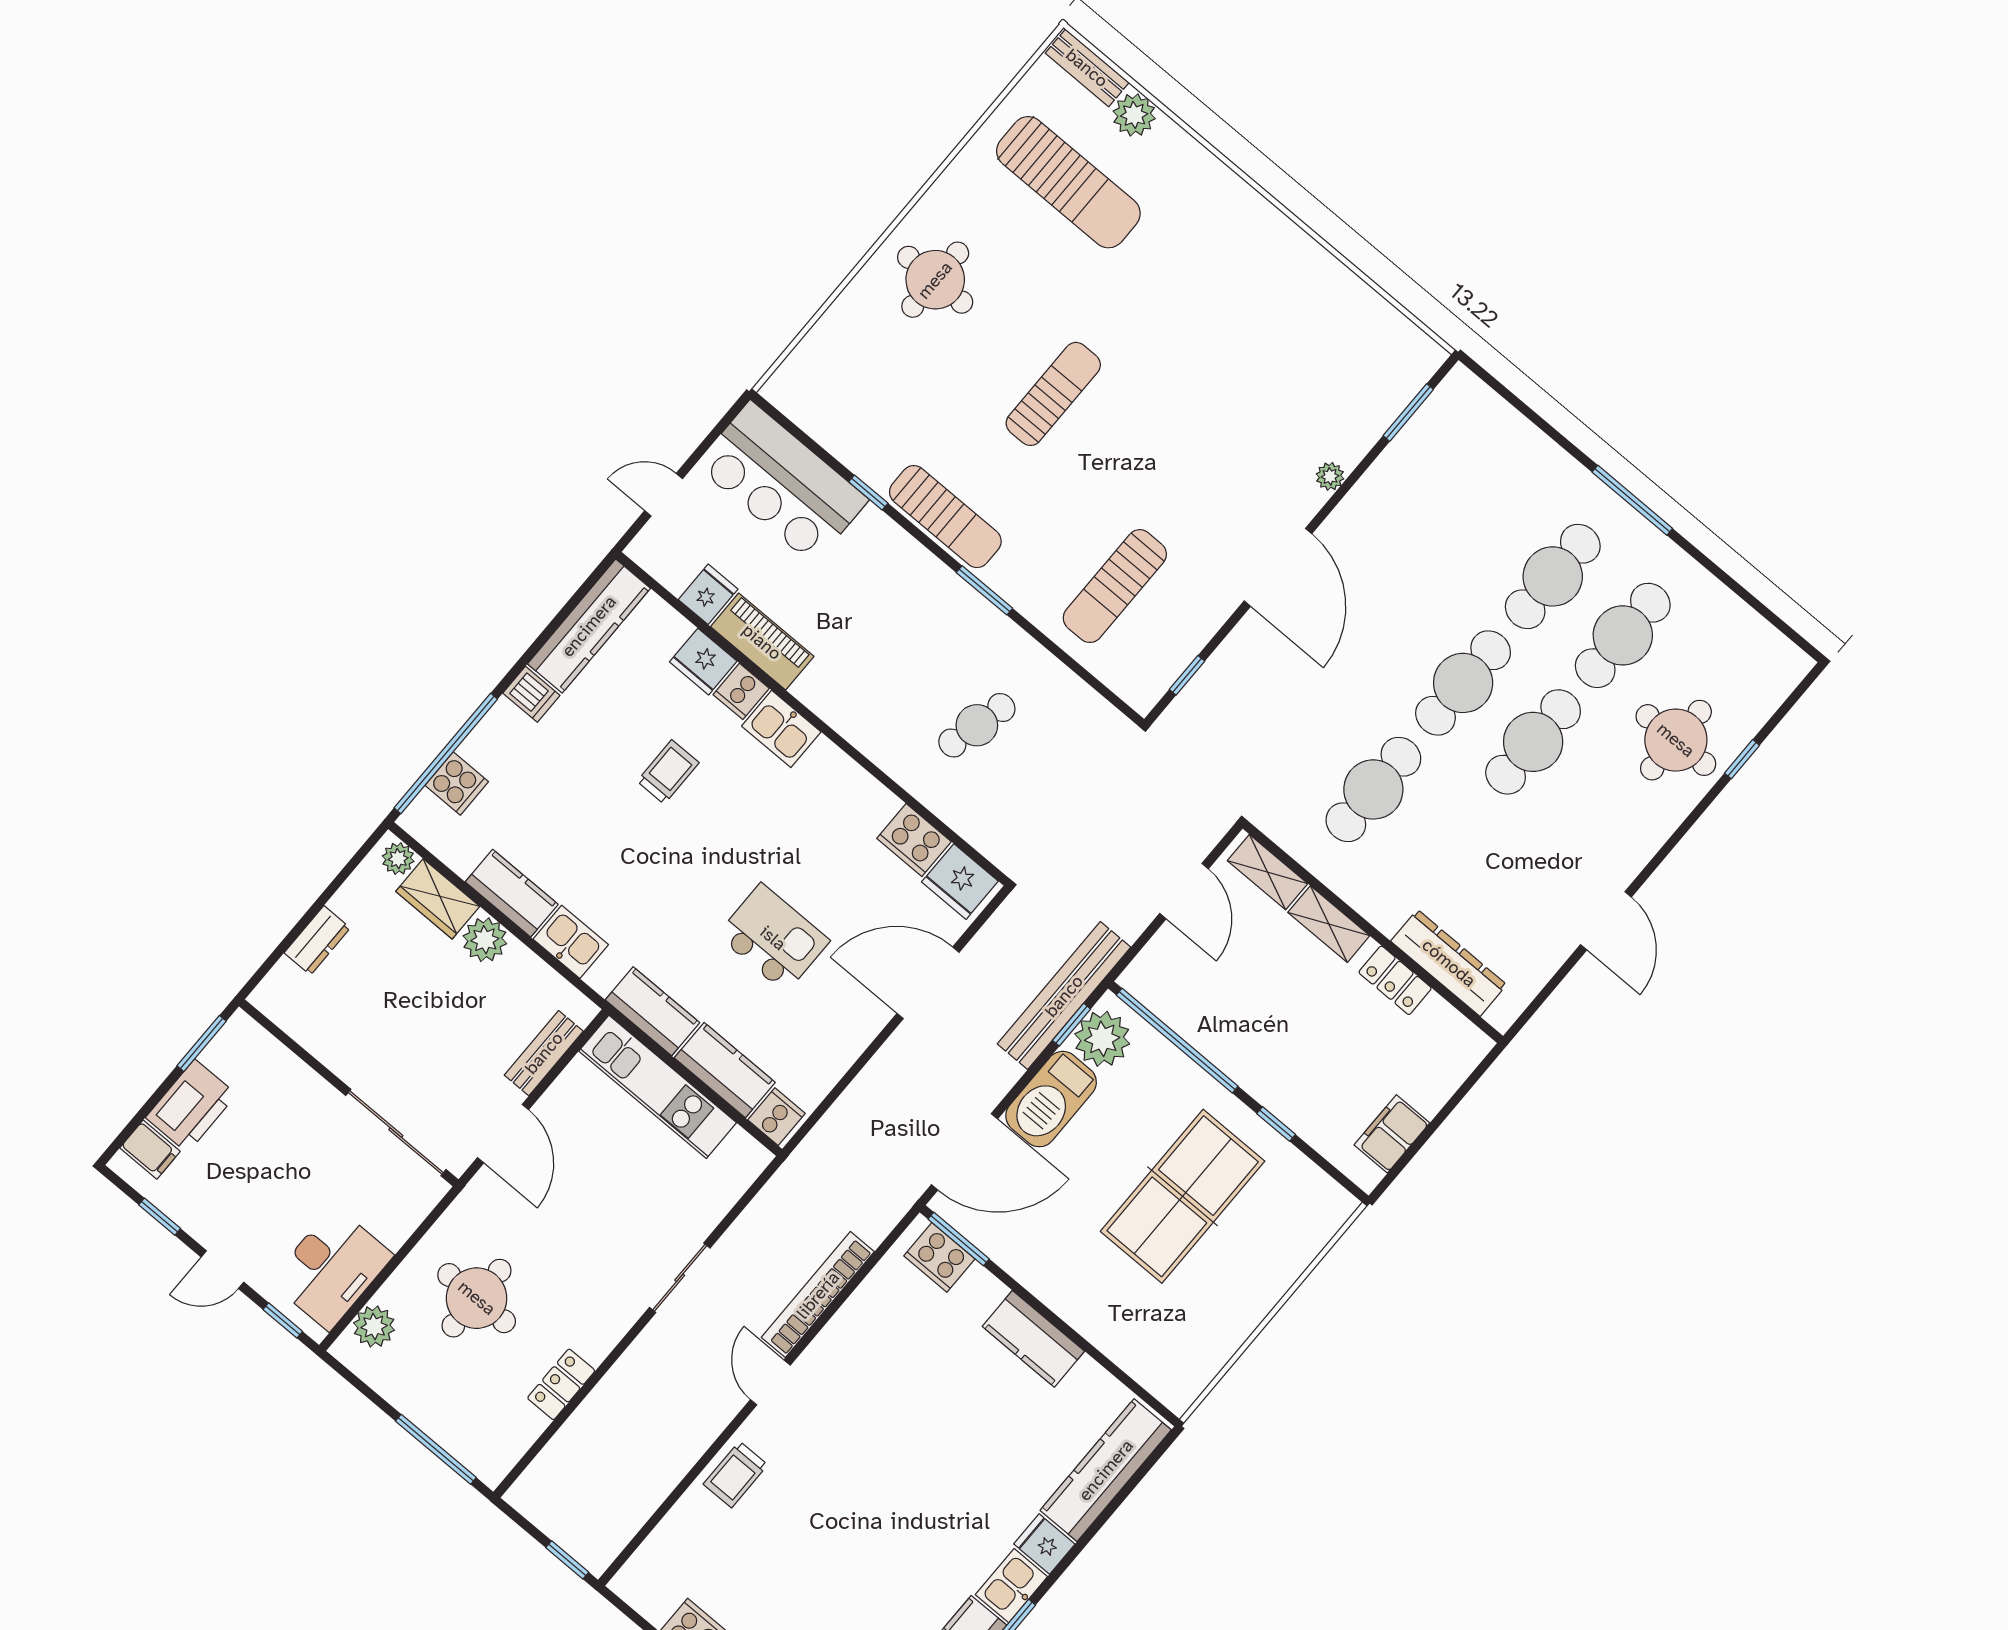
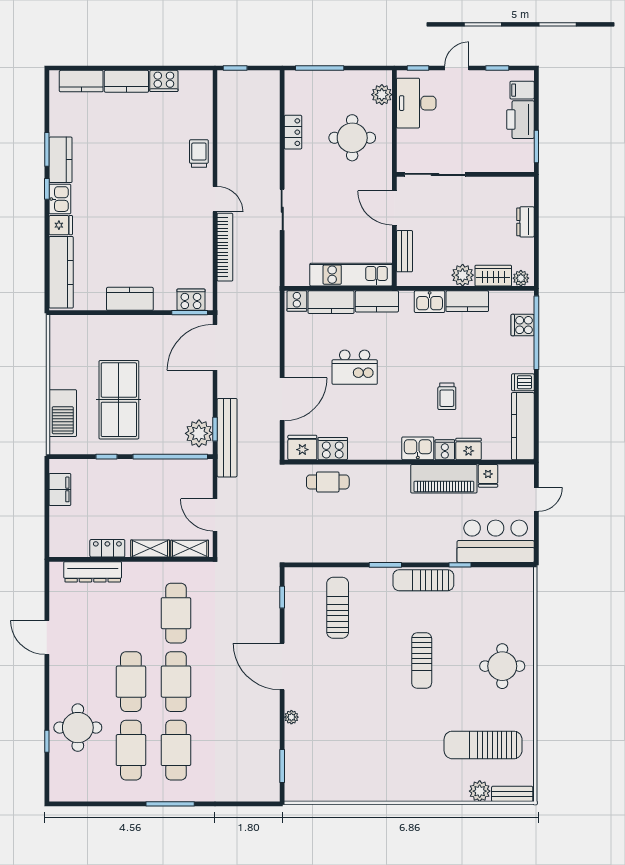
piano: (762, 642) -> (444, 479), width x1.37, depth x1.33
cafe table: (977, 725) -> (328, 482), moved, turned 76
barbecue: (1051, 1099) -> (63, 413), moved, turned 180

